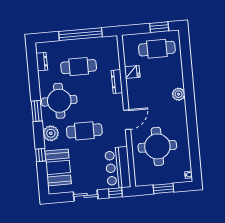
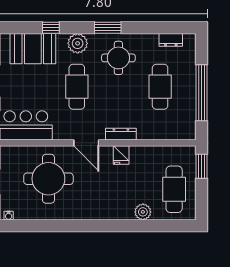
window: (159, 27) -> (202, 166), moved
fridge: (132, 72) -> (121, 155), moved
dresser: (117, 82) -> (121, 134), moved
plant: (179, 94) -> (143, 212), moved
round table: (59, 101) -> (118, 58), width x0.73, depth x0.73

